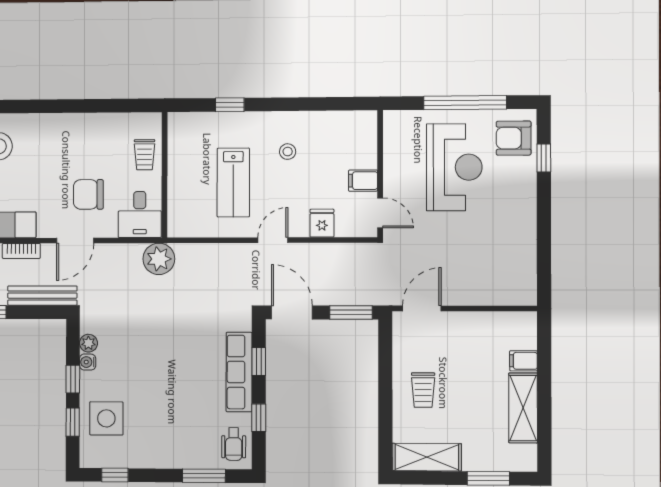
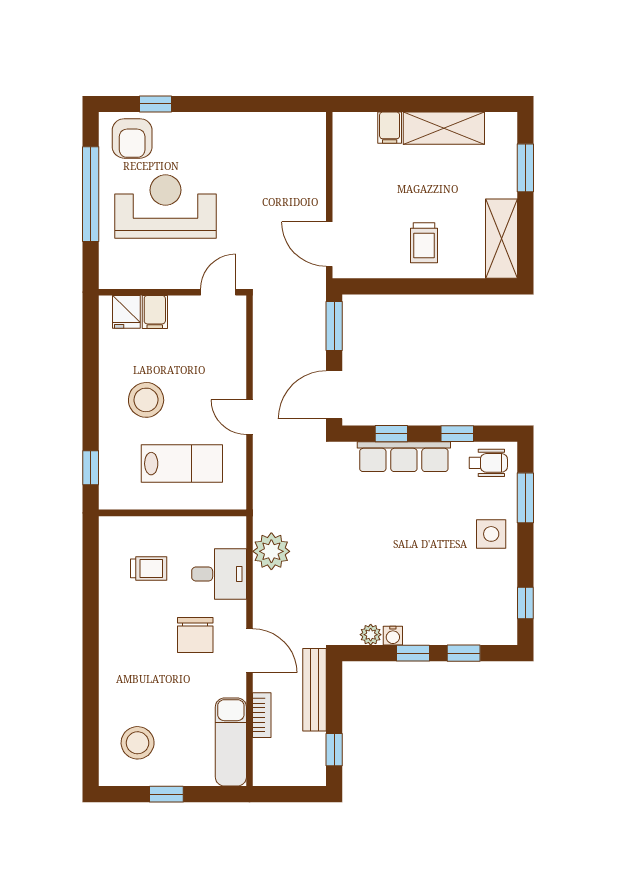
stool: (288, 152) -> (146, 400), width x1.89, depth x1.89
wall: (164, 175) -> (172, 513), moved
filing cabinet: (363, 181) -> (155, 312), moved
fridge: (322, 223) -> (126, 312), moved, turned -90
trolley: (423, 390) -> (424, 243), turned 90
side table: (106, 418) -> (491, 534), moved, width x0.73, depth x0.73

